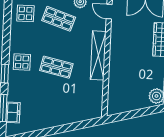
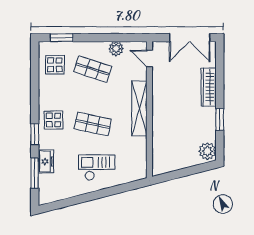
checkout: (58, 106) -> (97, 167), added
freezer: (13, 112) -> (46, 161), moved

